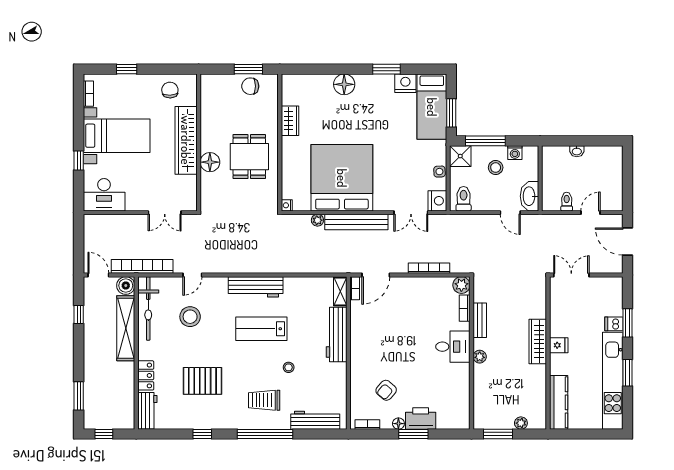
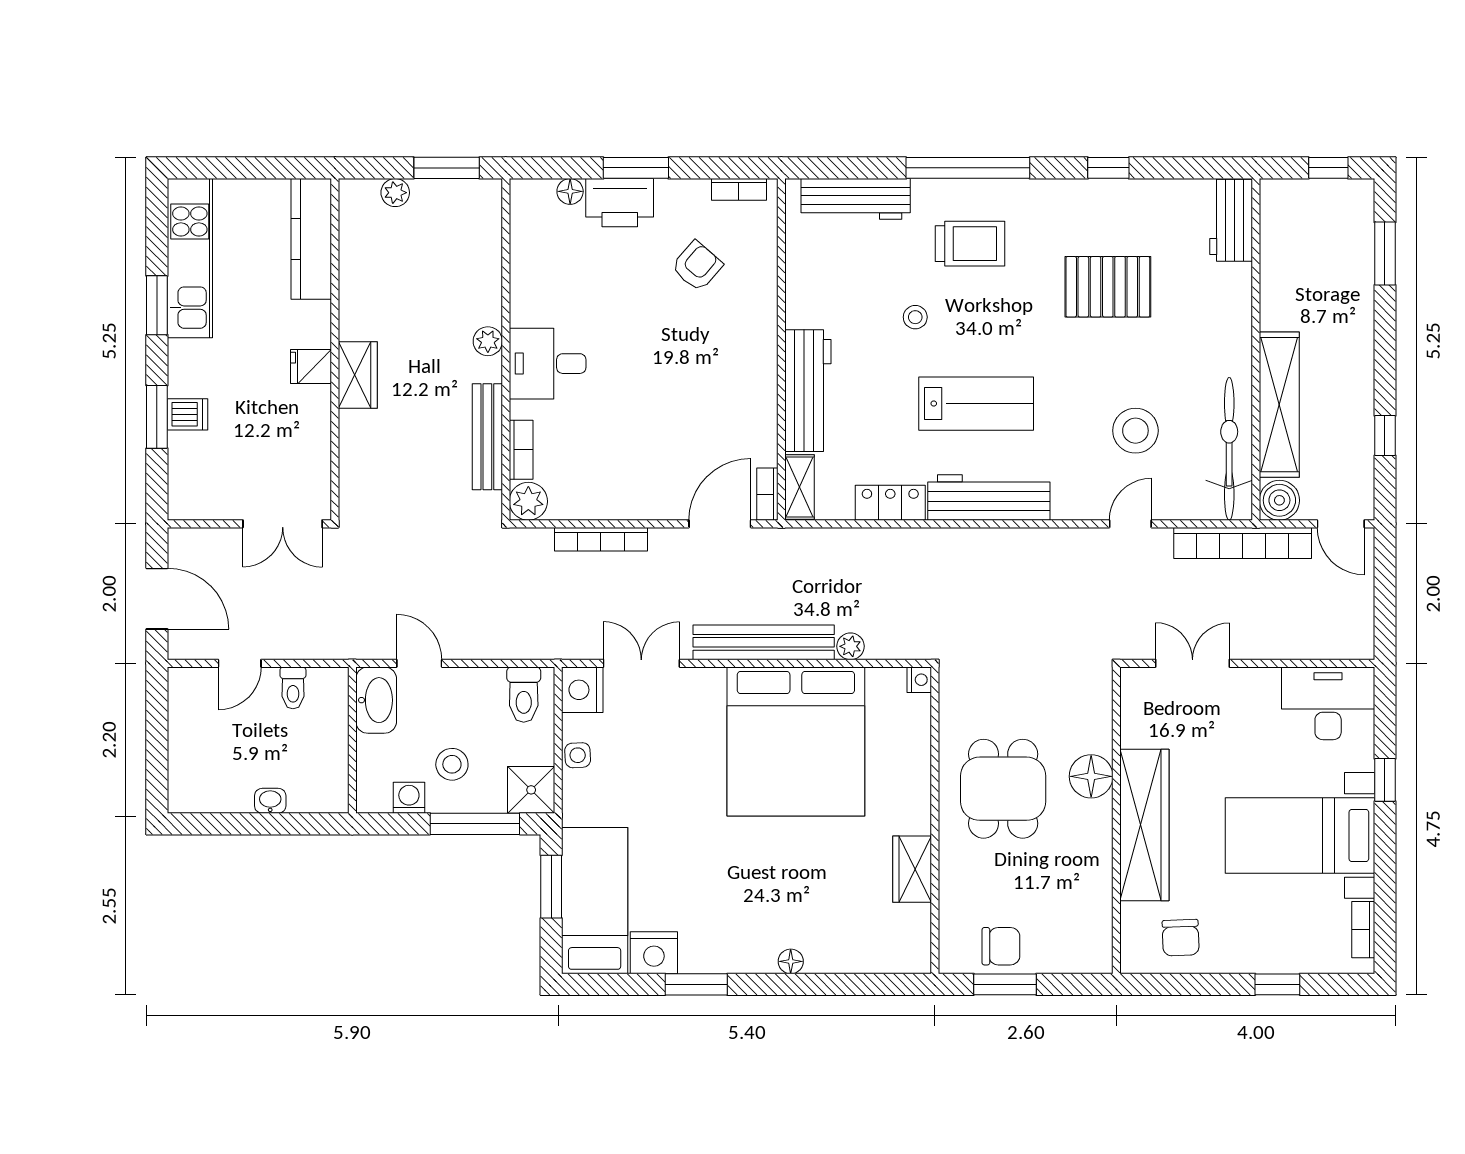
floor lamp: (344, 84) -> (791, 961), width x0.53, depth x0.53
bench: (480, 320) -> (487, 437), width x1.36
wardrobe: (538, 341) -> (358, 375), width x0.67
locker: (146, 375) -> (890, 503), moved, turned 90
kitchen unit: (613, 381) -> (190, 258), width x0.73
floor lamp: (398, 424) -> (570, 191), moved

